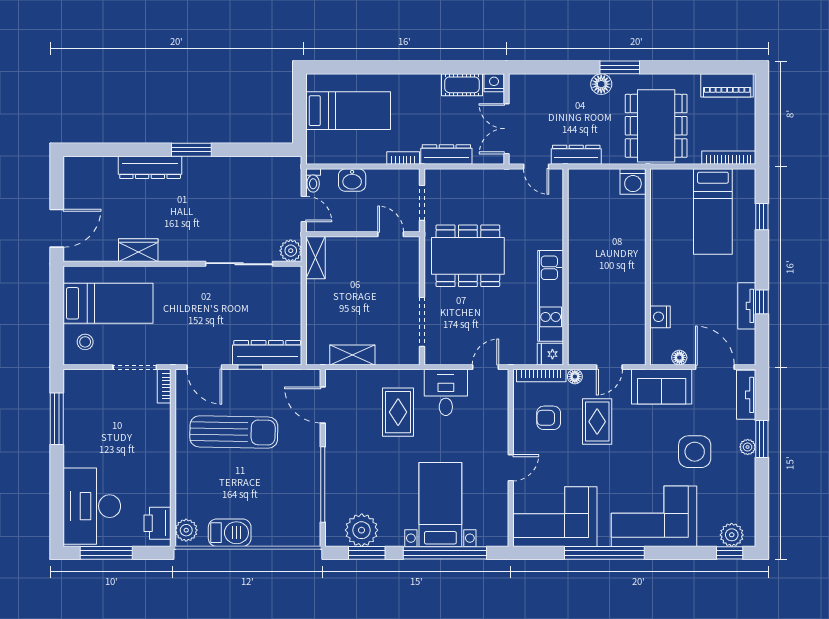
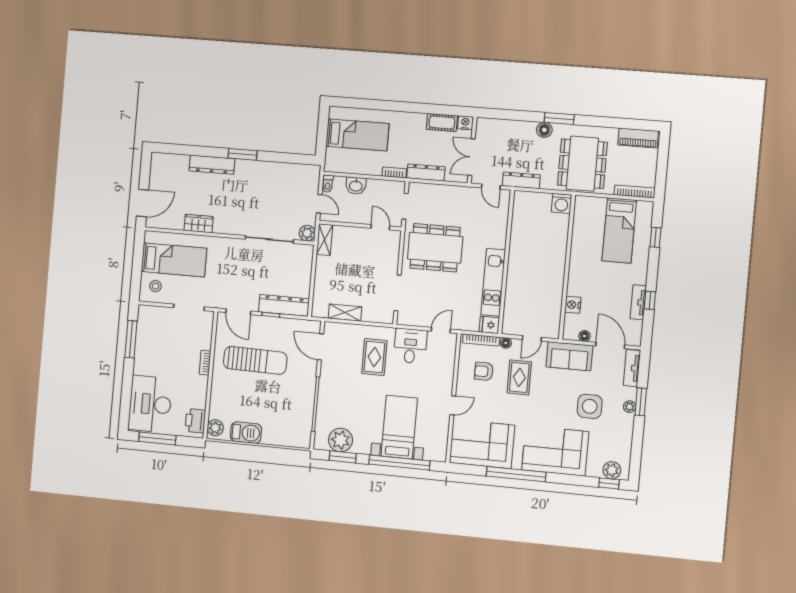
bookcase: (164, 386) -> (205, 363), moved

